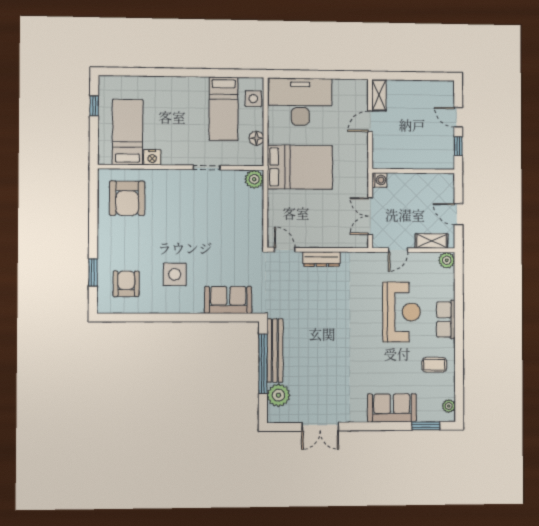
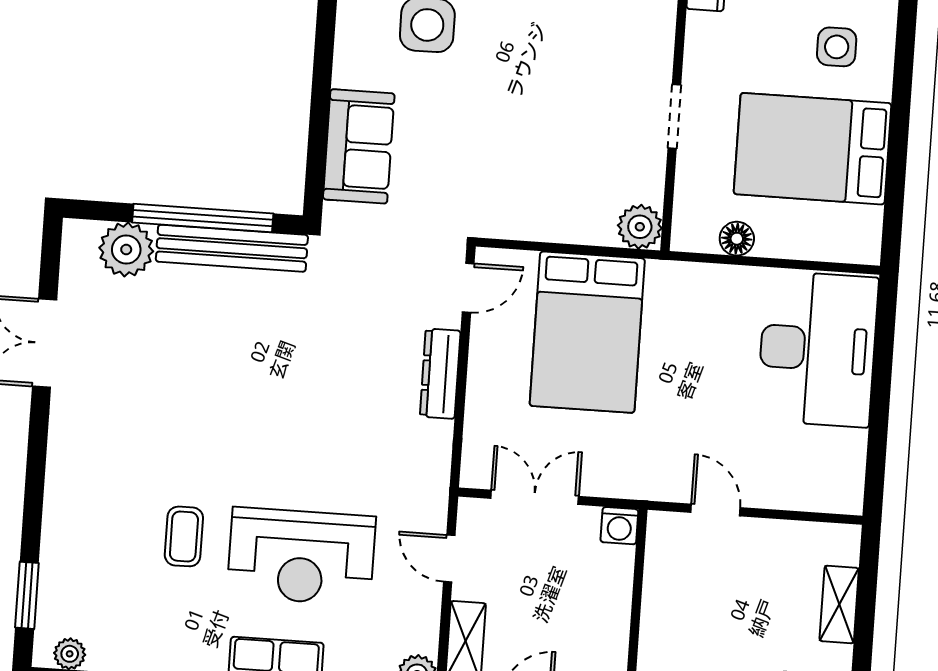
shelving: (379, 95) -> (839, 604), moved, turned 90
side table: (253, 99) -> (837, 47), moved
bed: (224, 109) -> (813, 149), width x1.50
door: (370, 121) -> (715, 510), moved
bed: (300, 167) -> (587, 332), moved
coffee table: (434, 365) -> (184, 536), moved
sofa: (392, 408) -> (76, 517), removed

